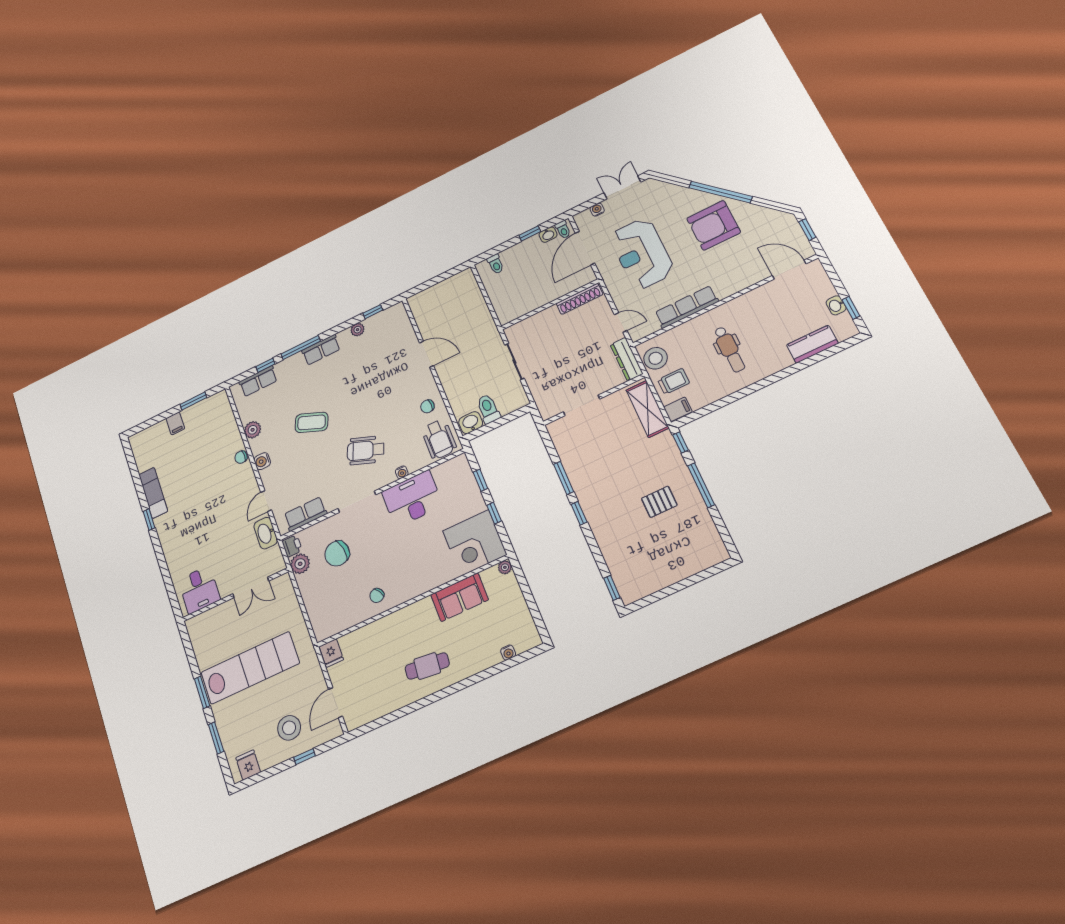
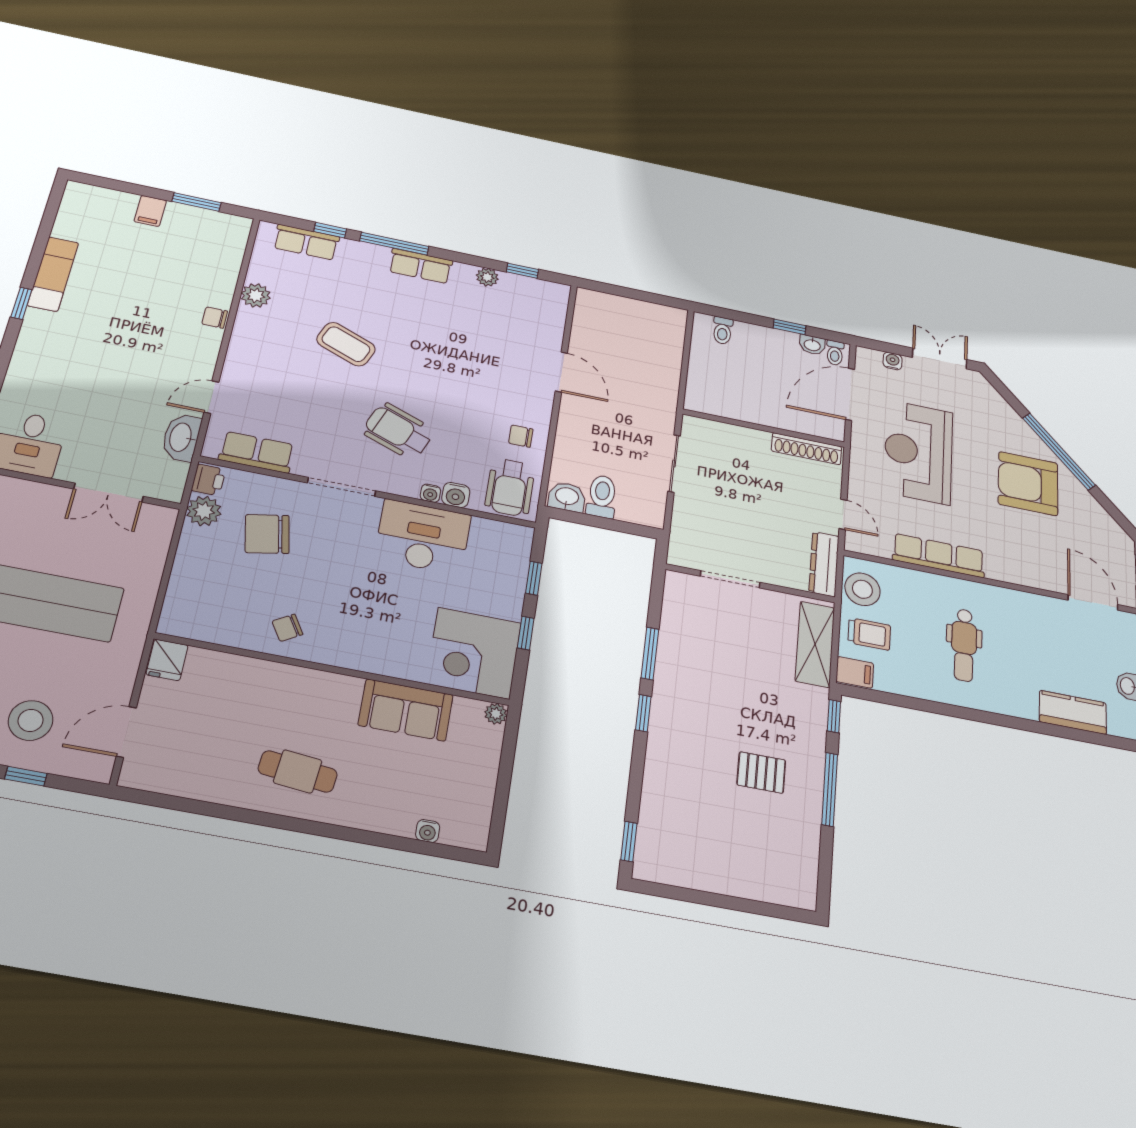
water cooler: (262, 461) -> (456, 495), moved, turned -90

